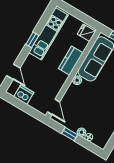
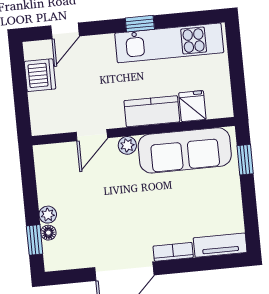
fridge: (86, 33) -> (192, 106), moved
door: (53, 107) -> (92, 135), moved
window: (70, 134) -> (35, 240), moved

